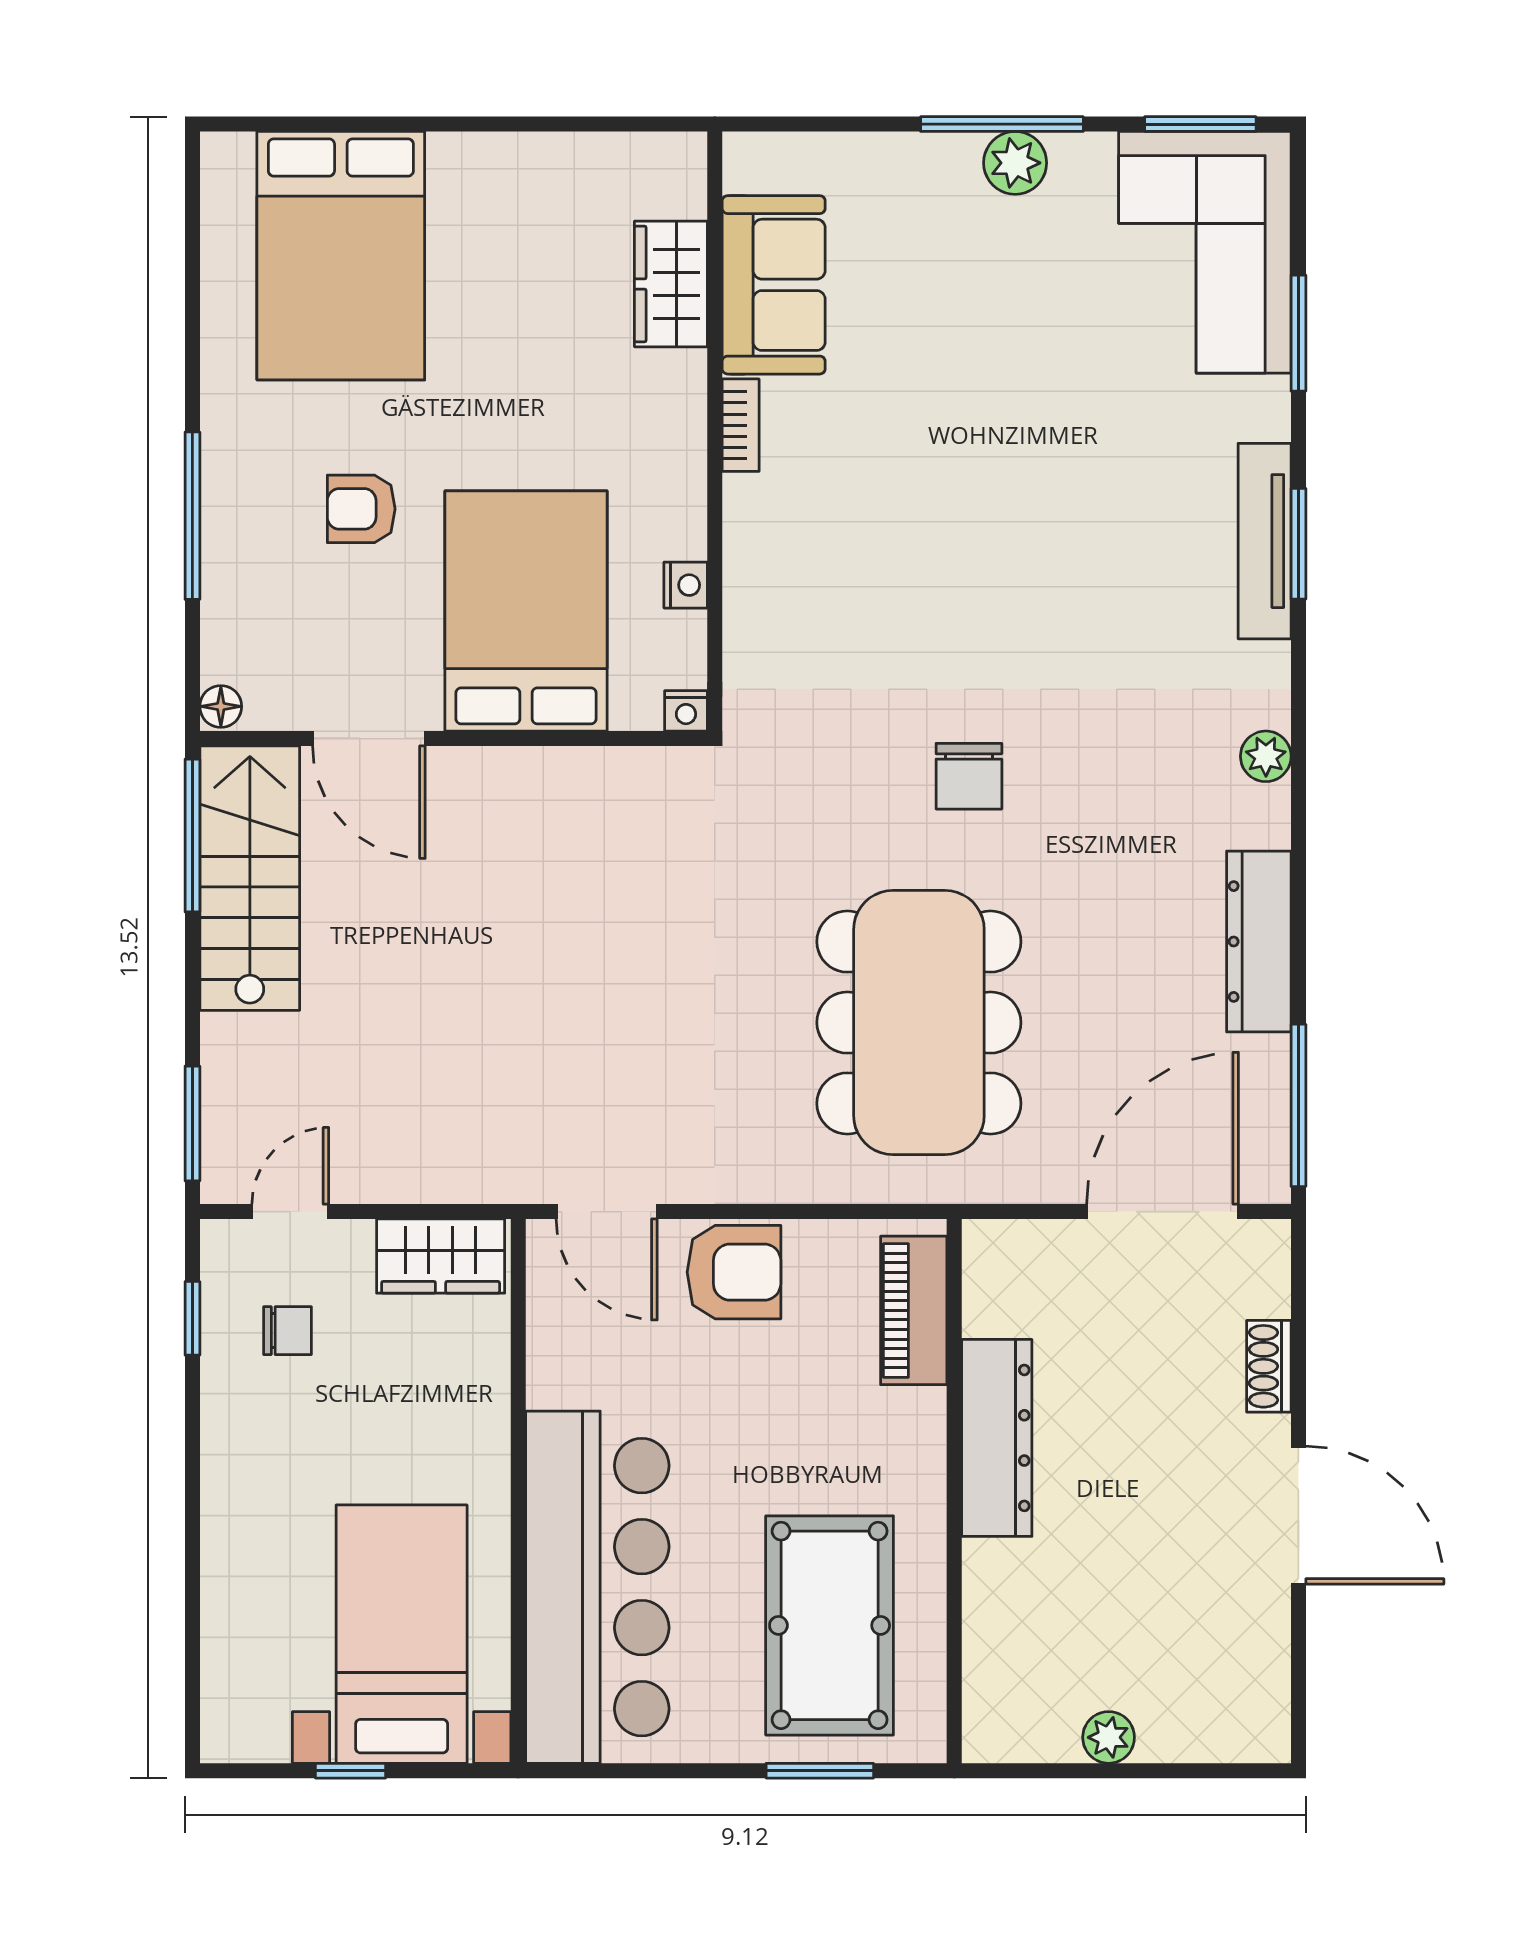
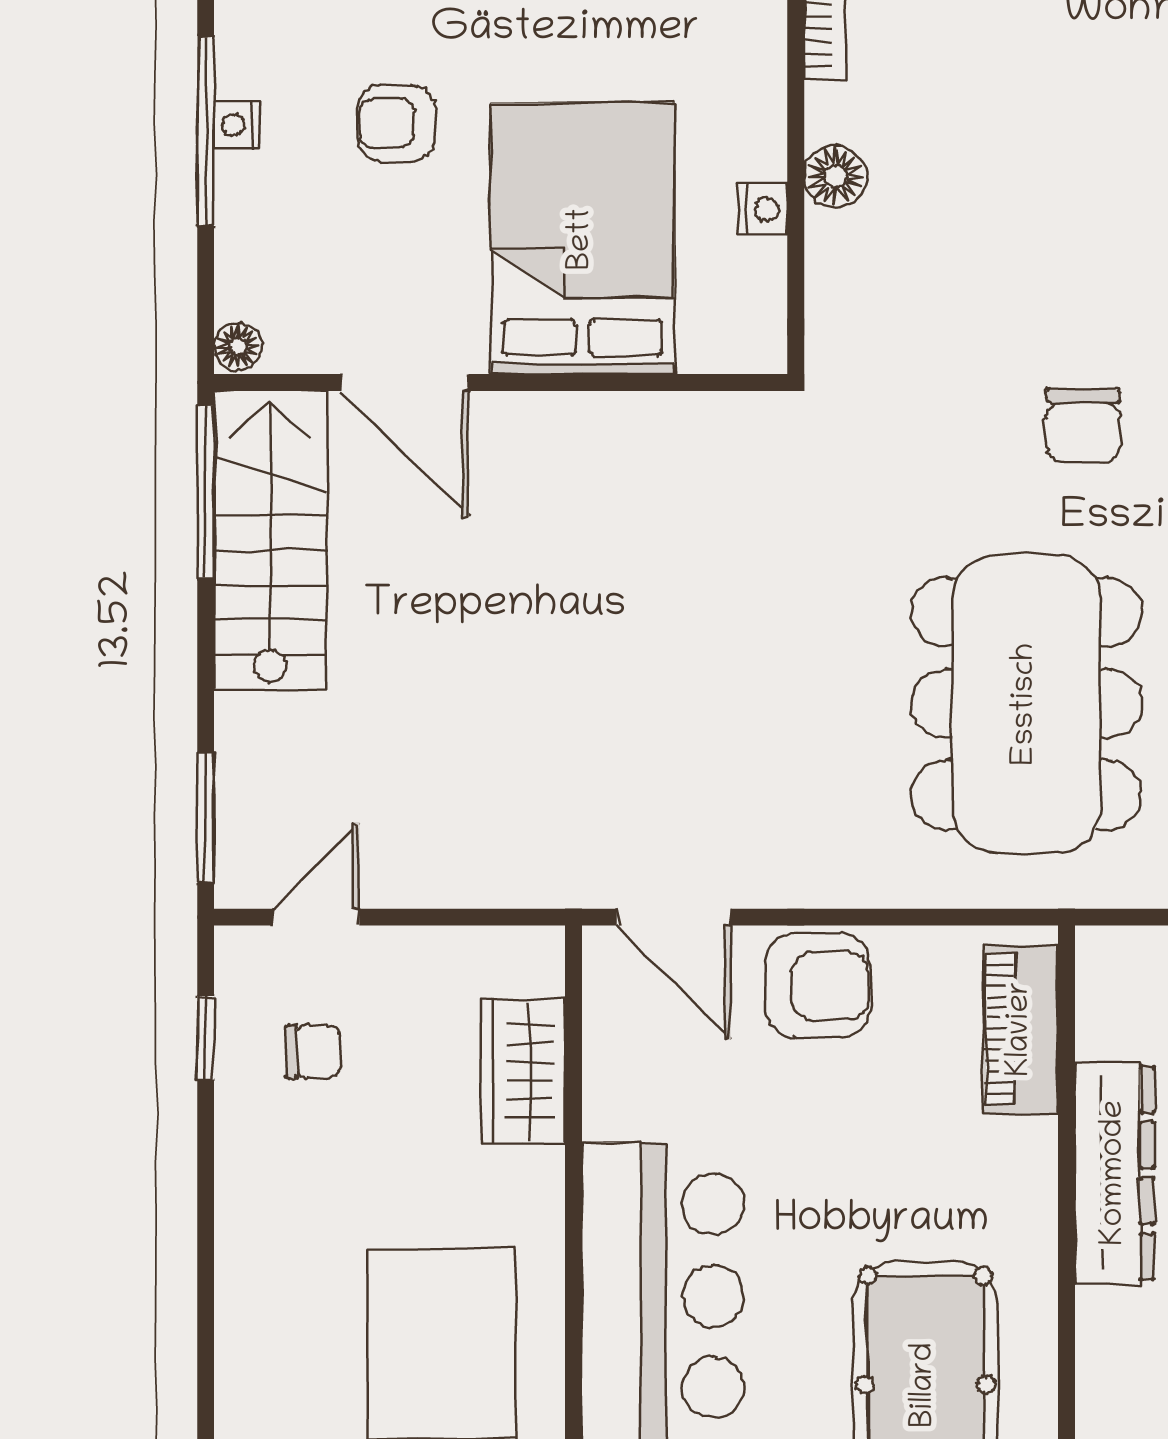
floor lamp: (750, 556) -> (835, 176), added
nightstand: (686, 711) -> (237, 125), moved, turned 90
wardrobe: (441, 1256) -> (523, 1071), moved, turned 90

